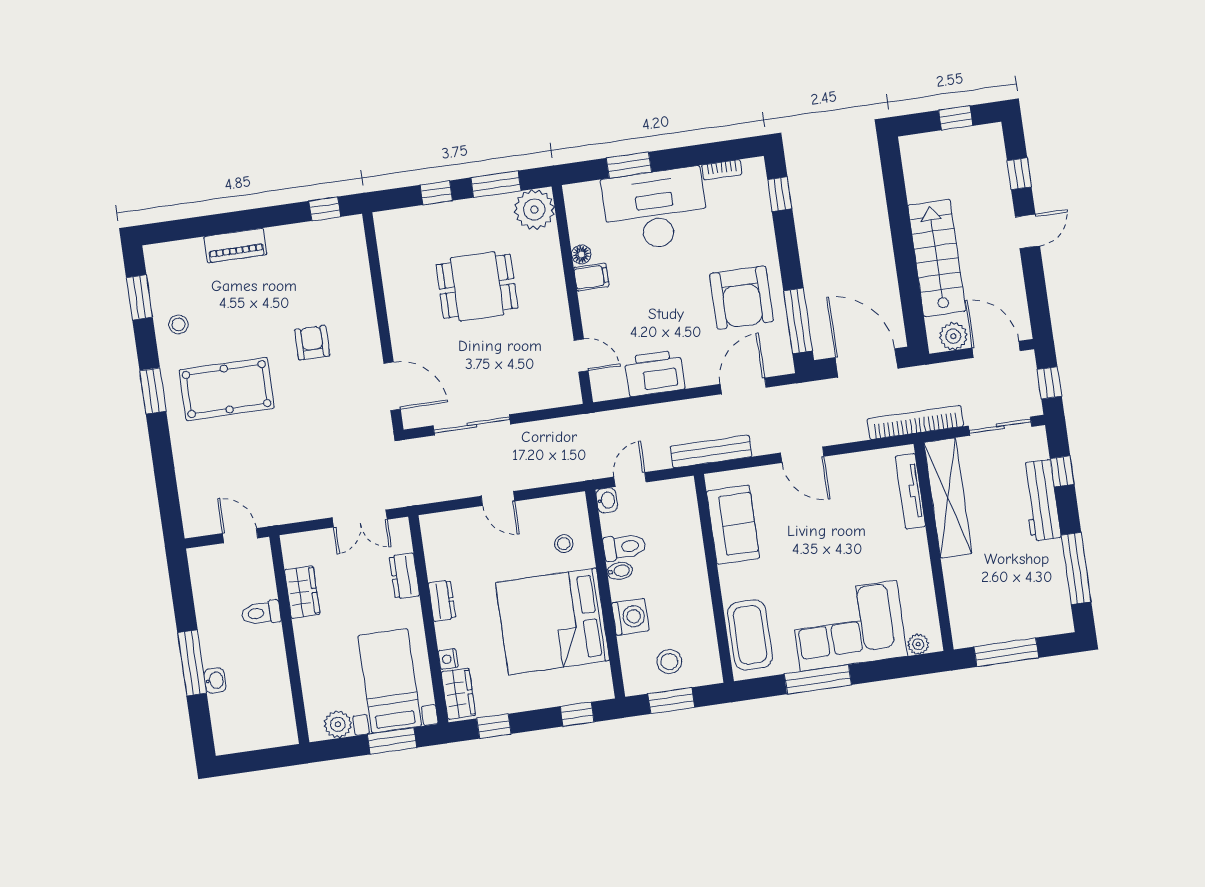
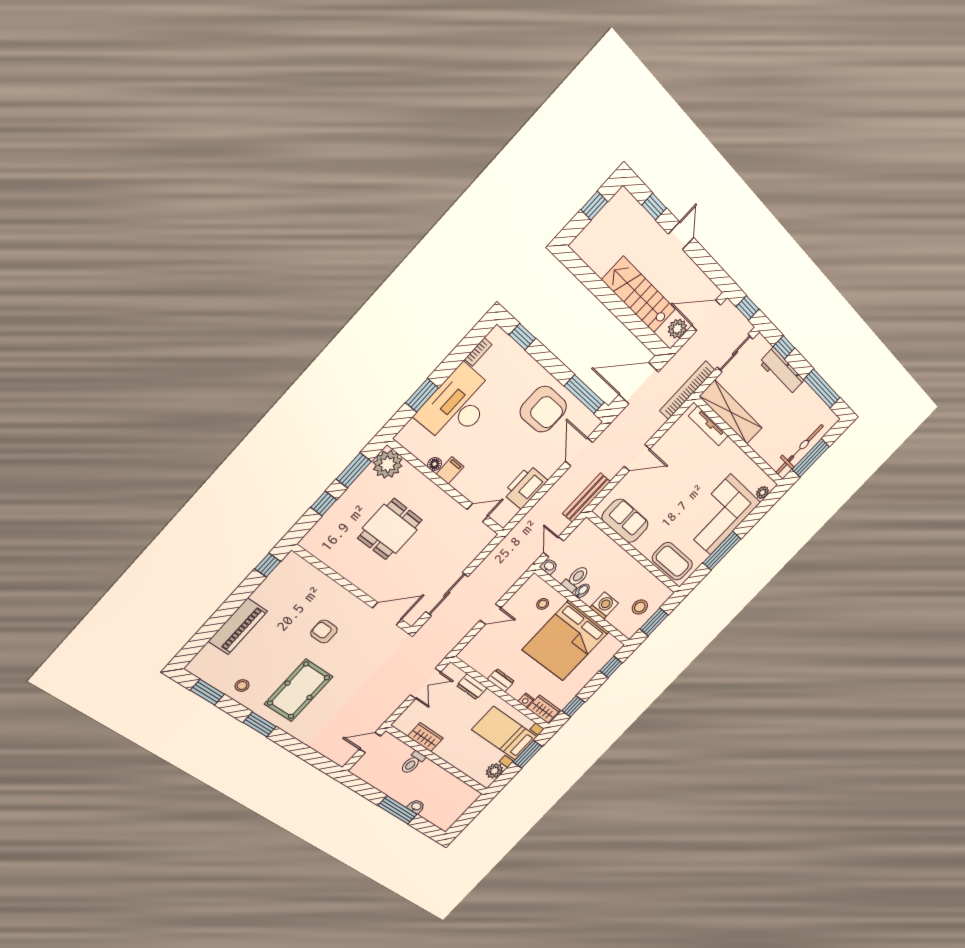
piano: (235, 246) -> (238, 626), width x1.37, depth x1.33
bicycle: (1000, 627) -> (799, 449), added

